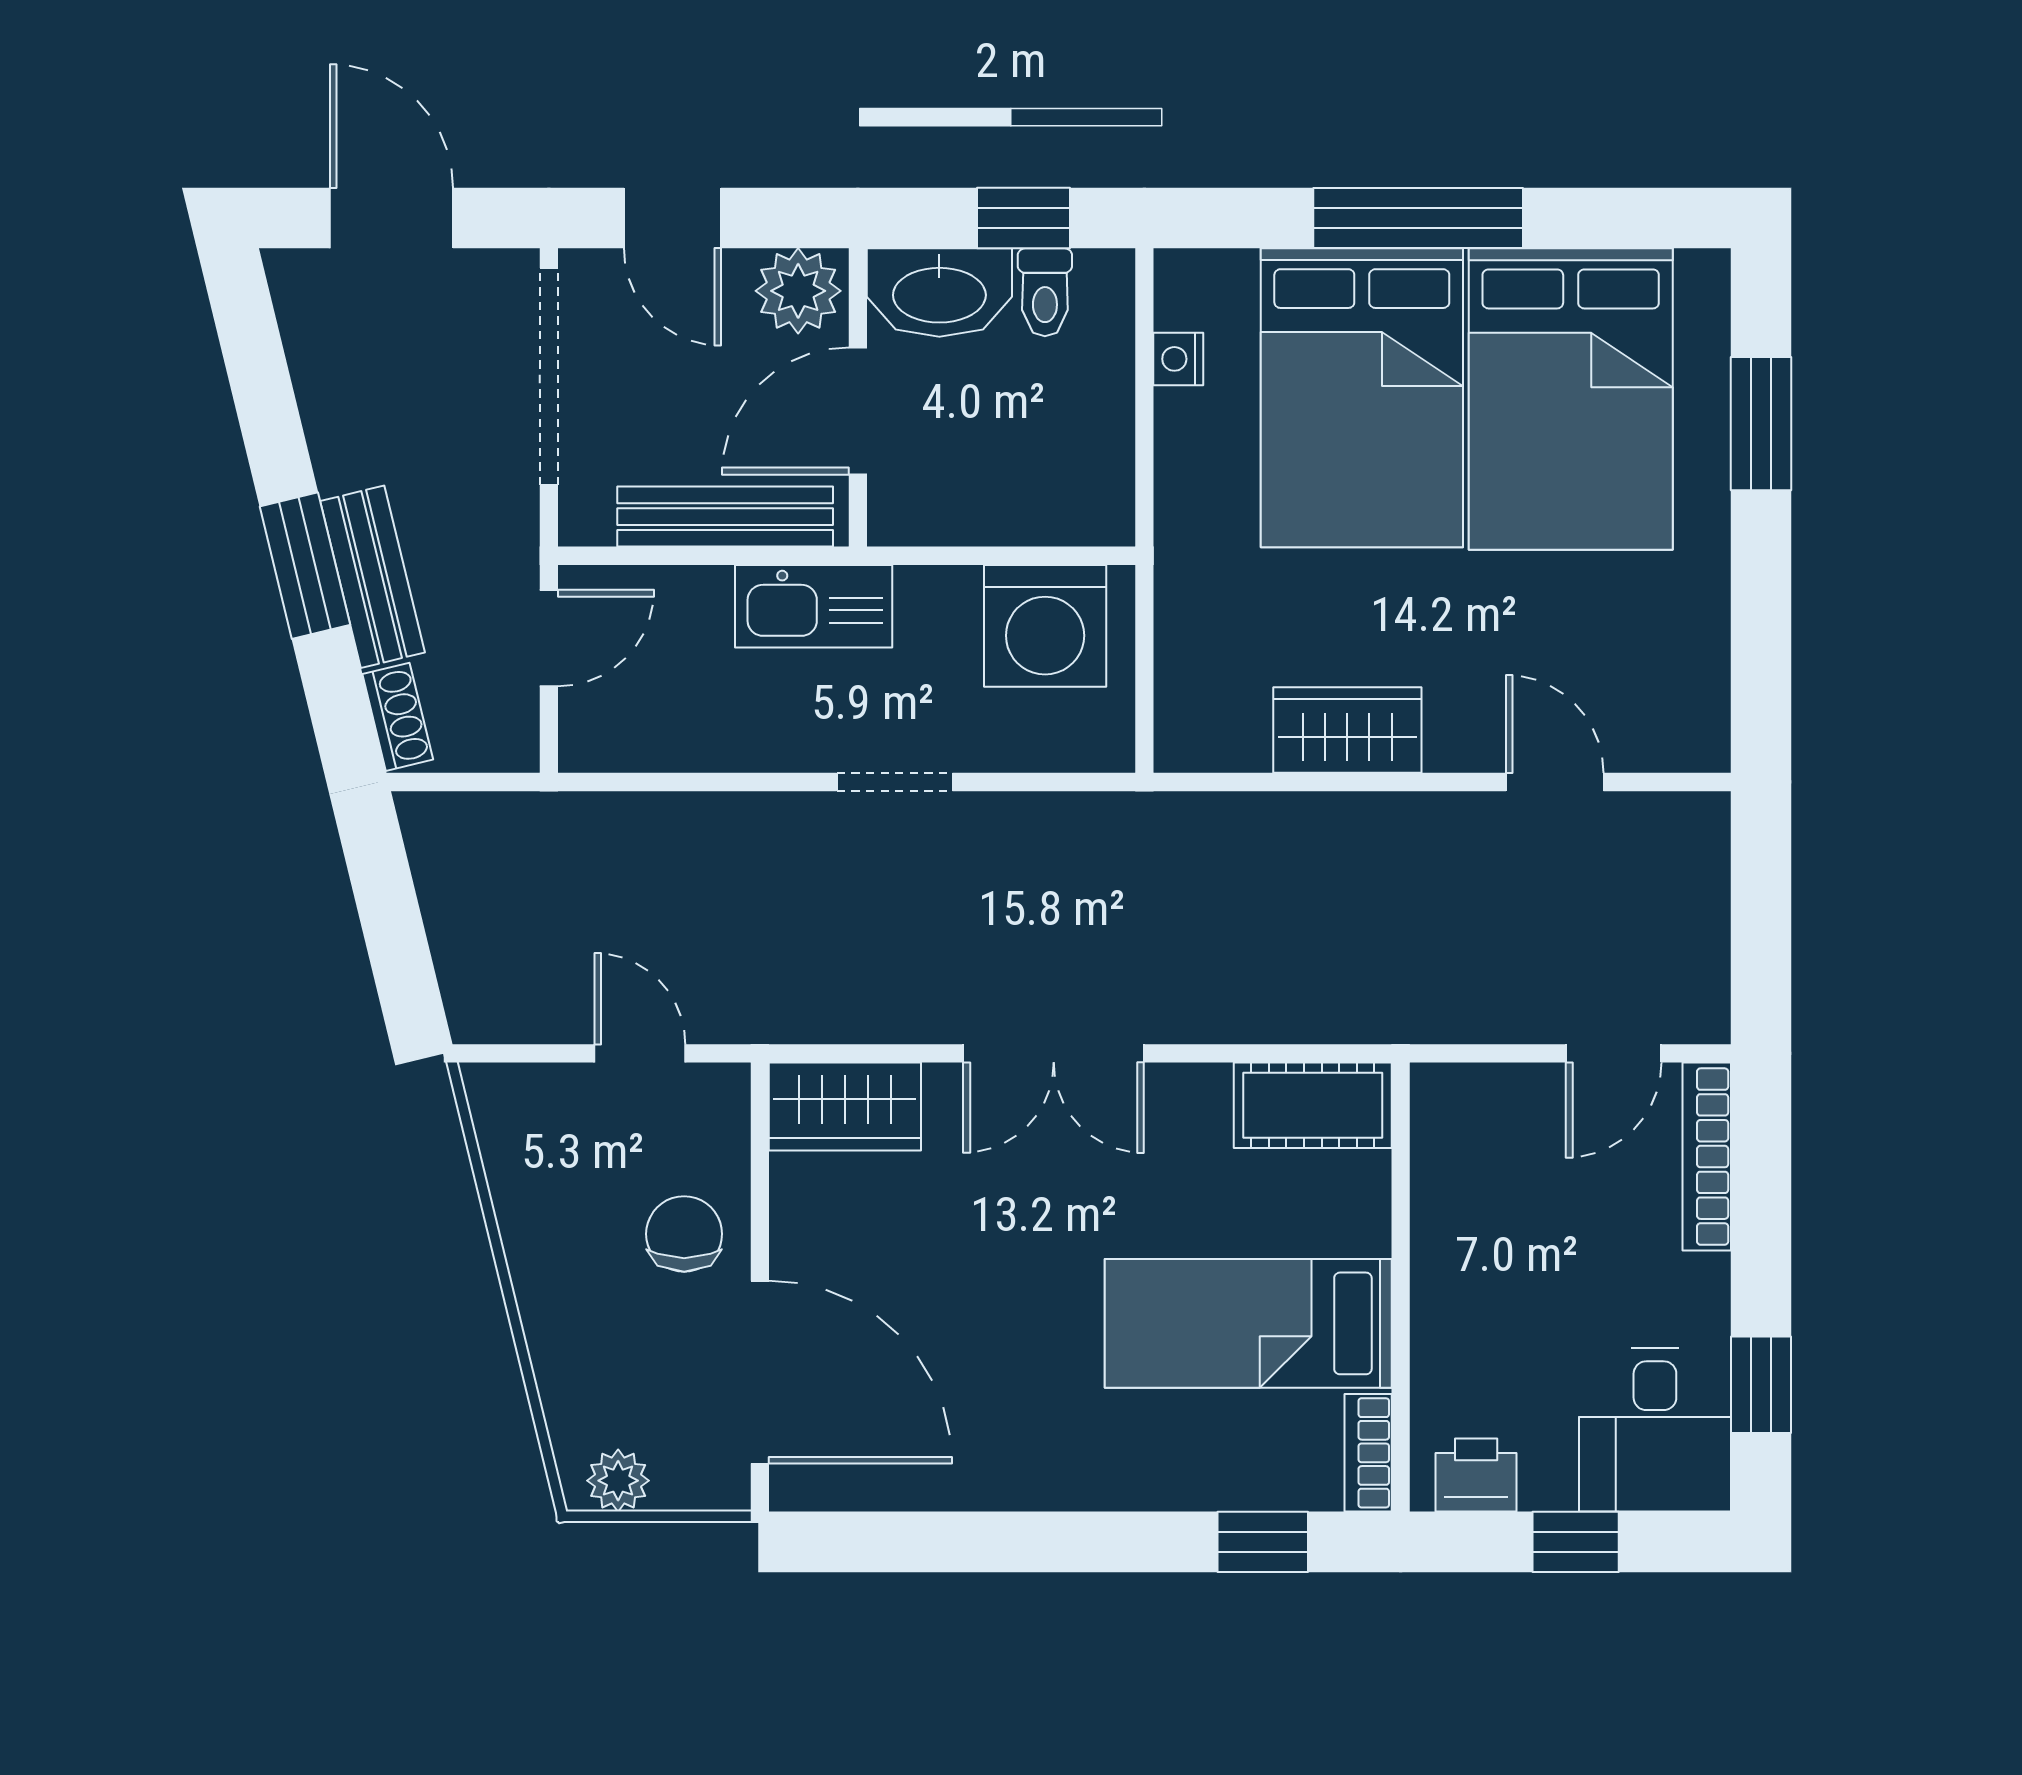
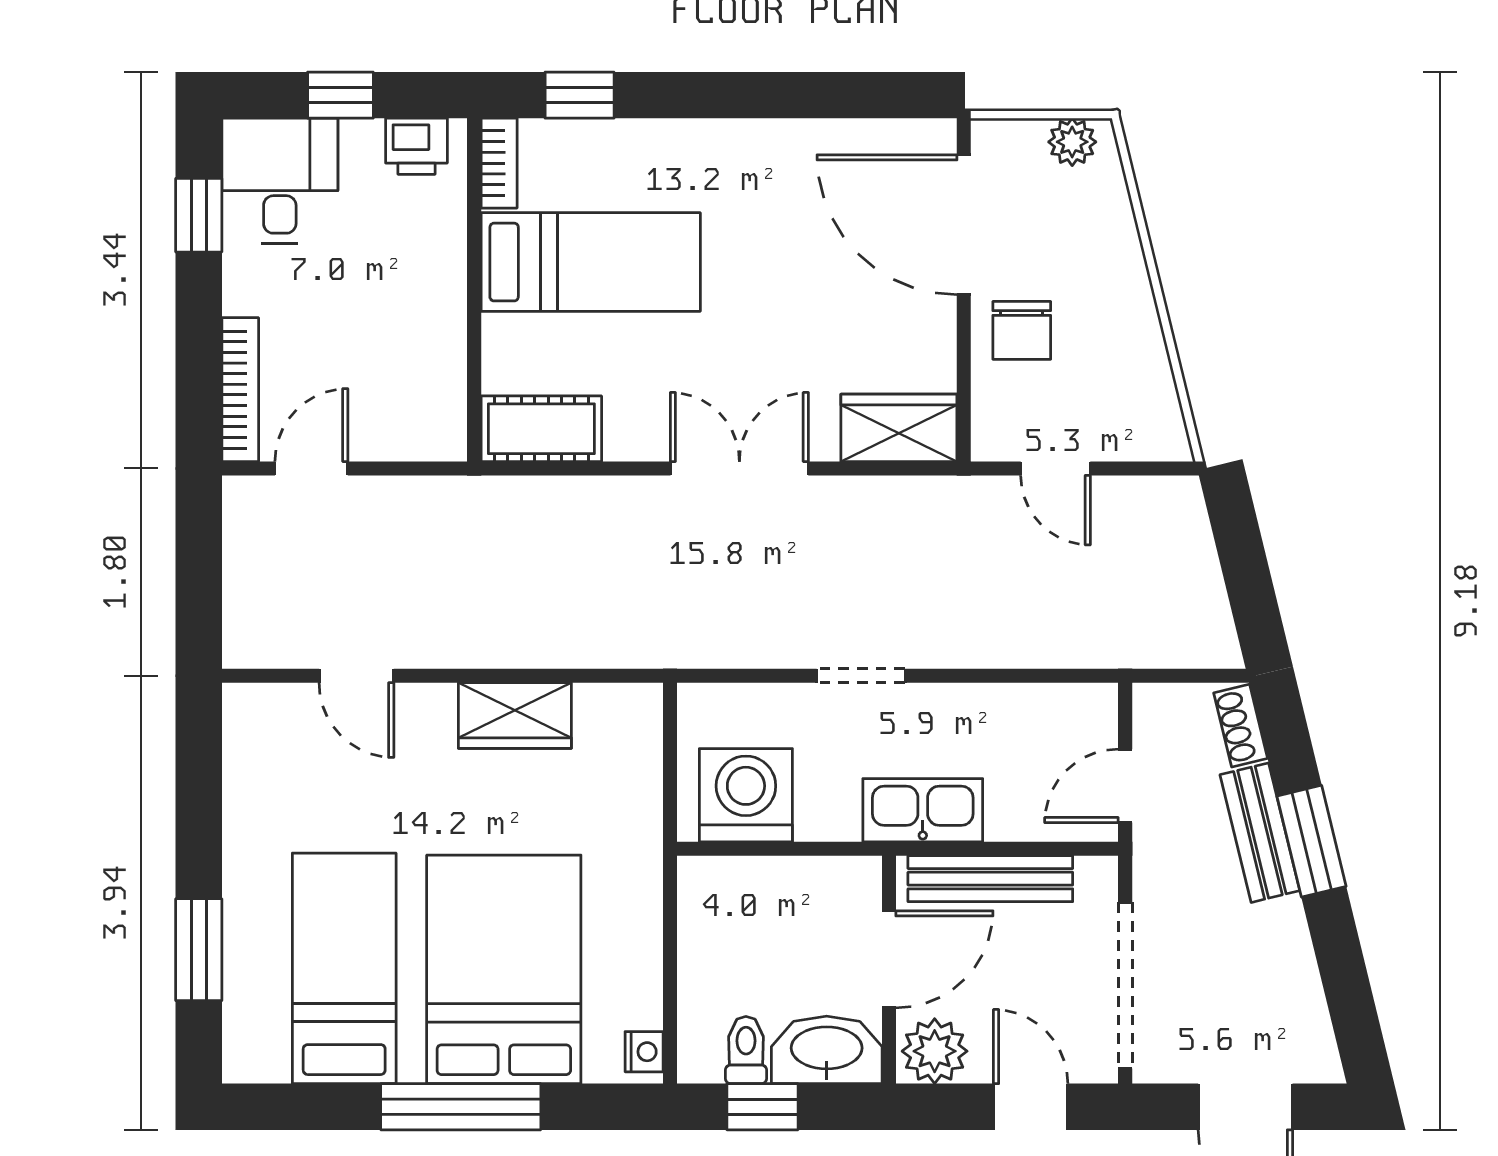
nightstand: (1178, 359) -> (644, 1052), moved
bed: (1571, 399) -> (344, 968), width x0.67

